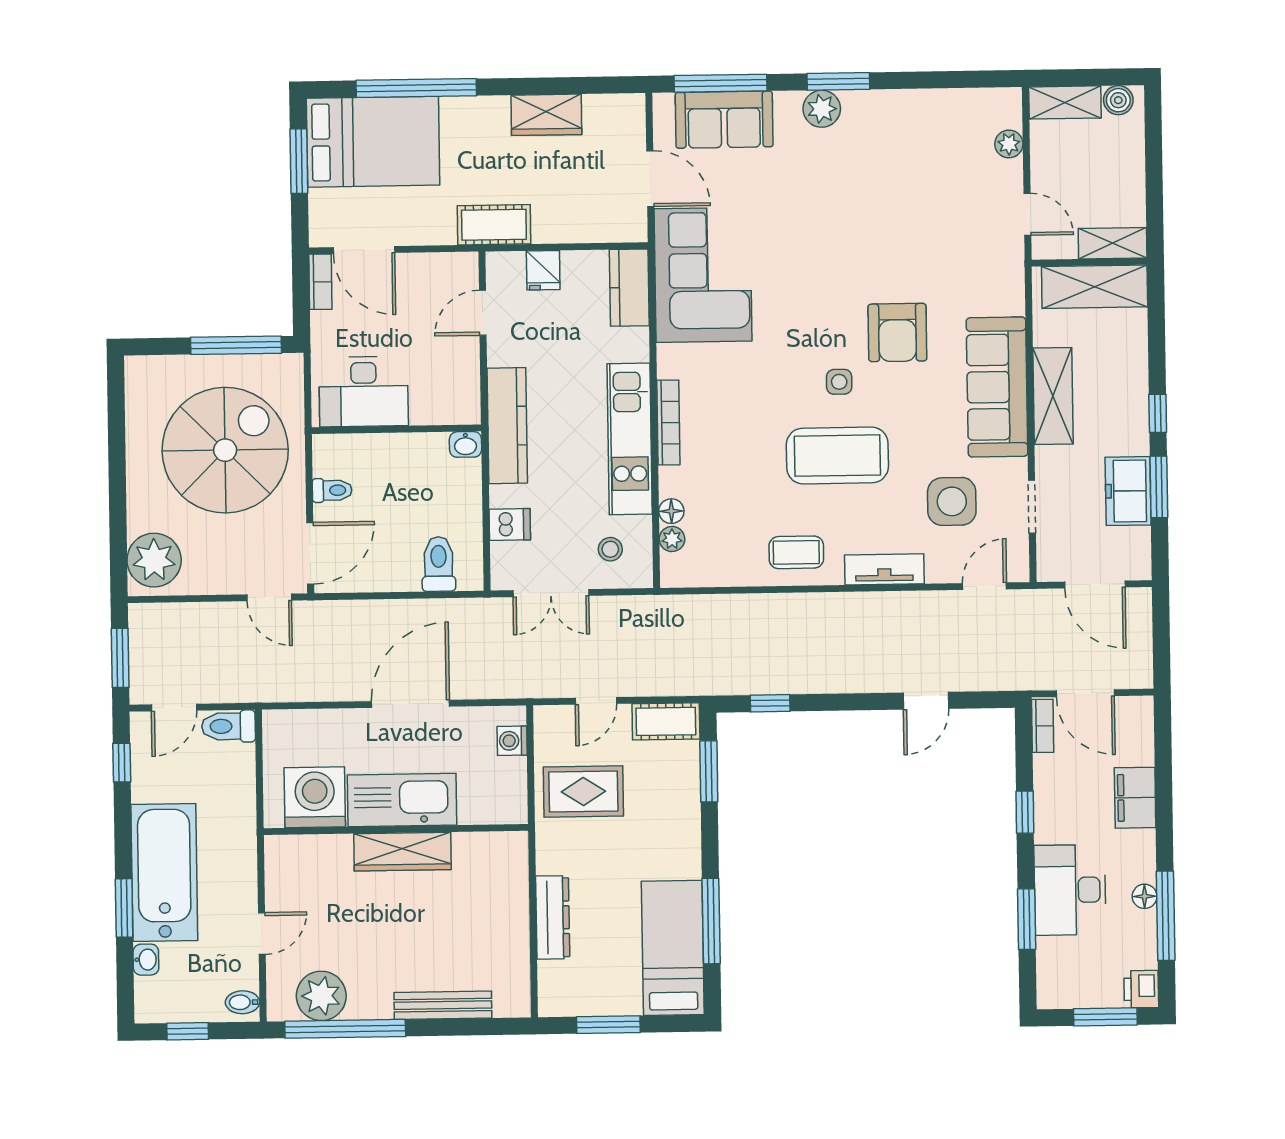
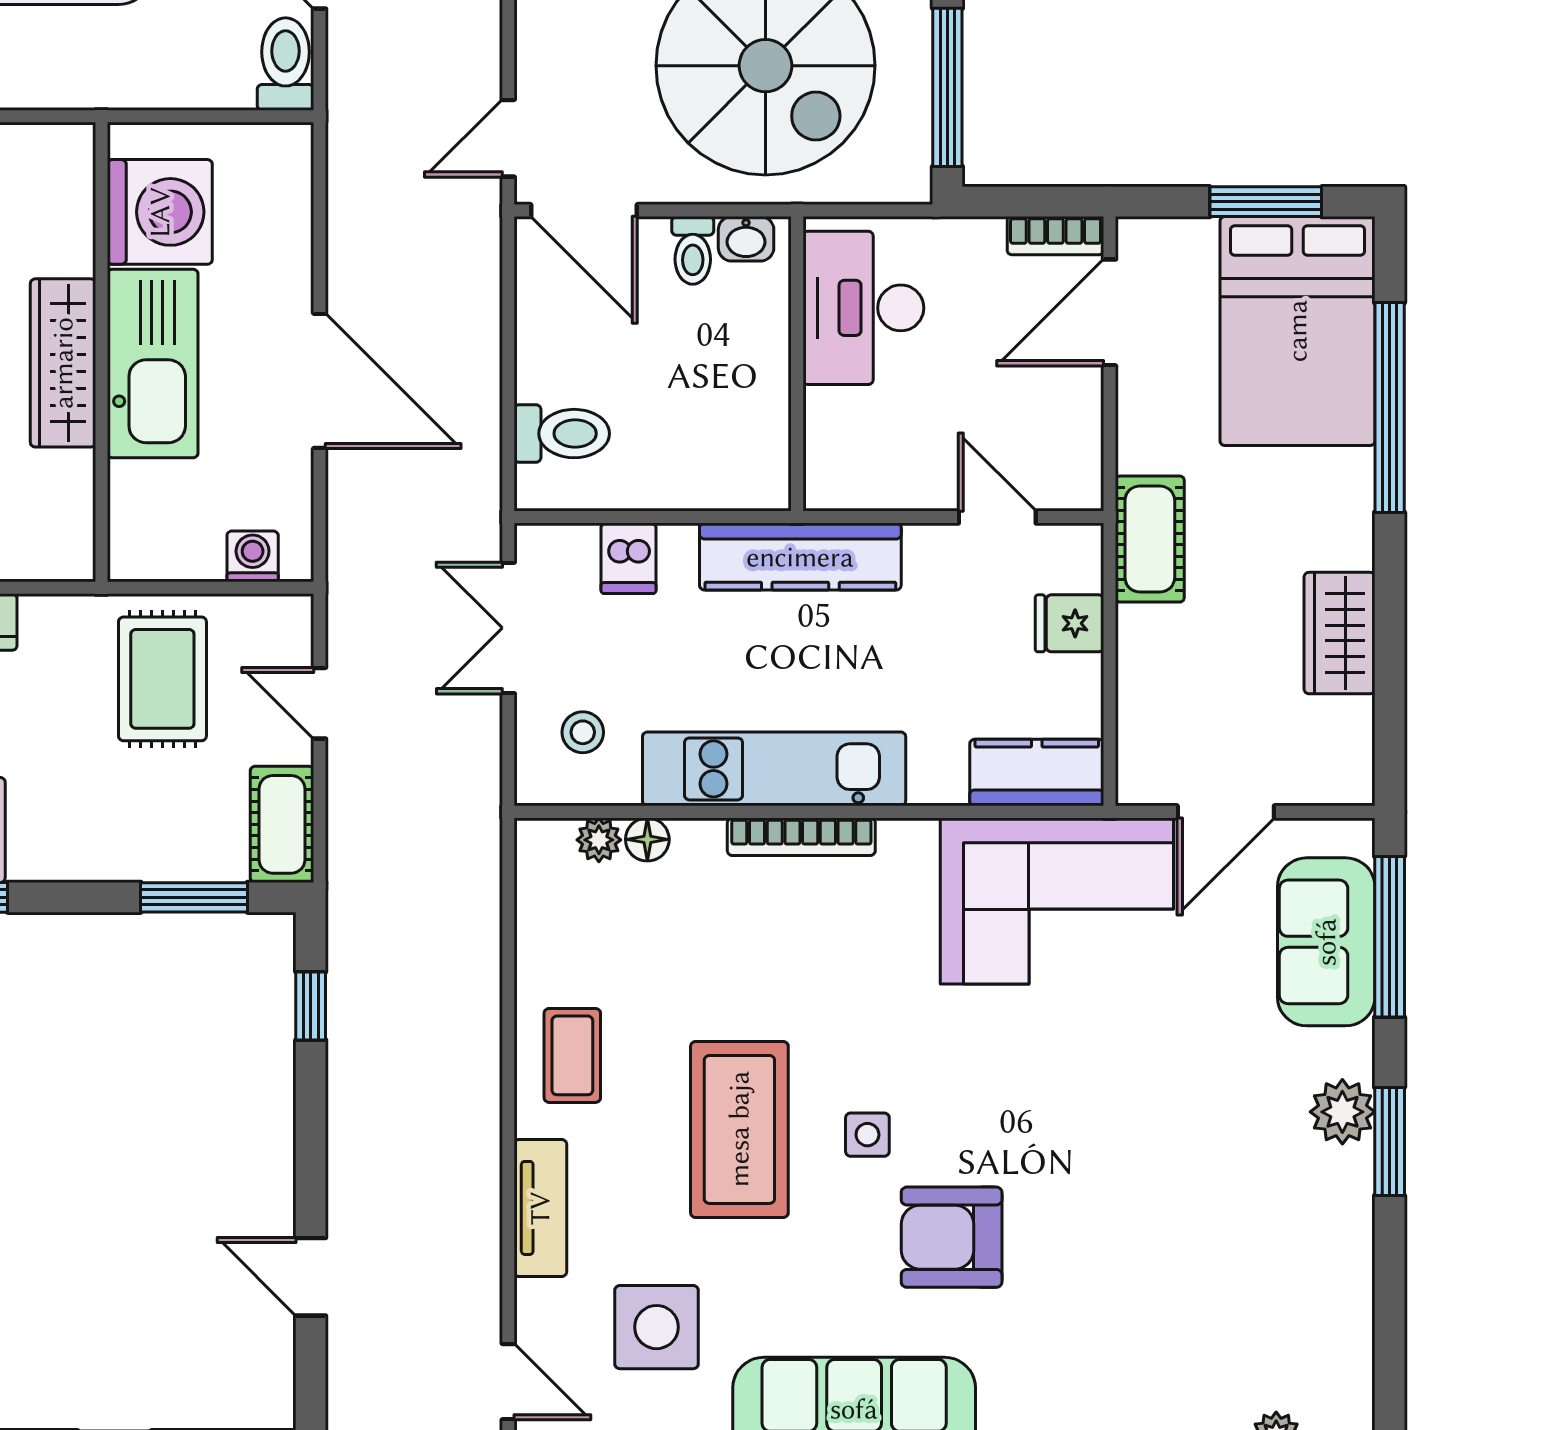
washbasin: (465, 444) -> (746, 239), moved, turned -90

